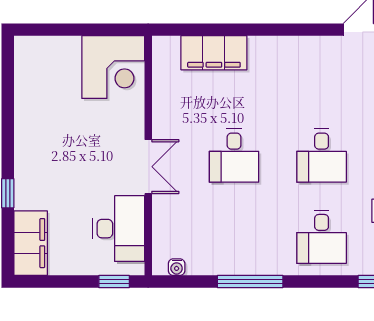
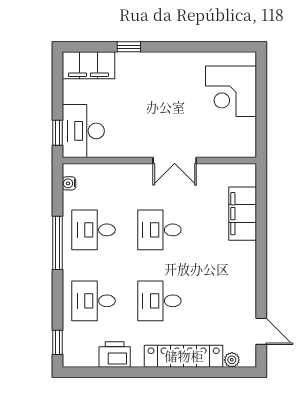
corner desk: (113, 67) -> (231, 91), moved
double door: (148, 167) -> (175, 160), moved
desk: (119, 229) -> (83, 131), moved, turned 90
desk: (234, 237) -> (94, 230), added

